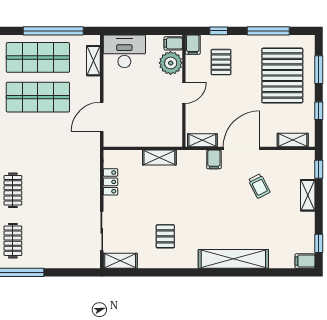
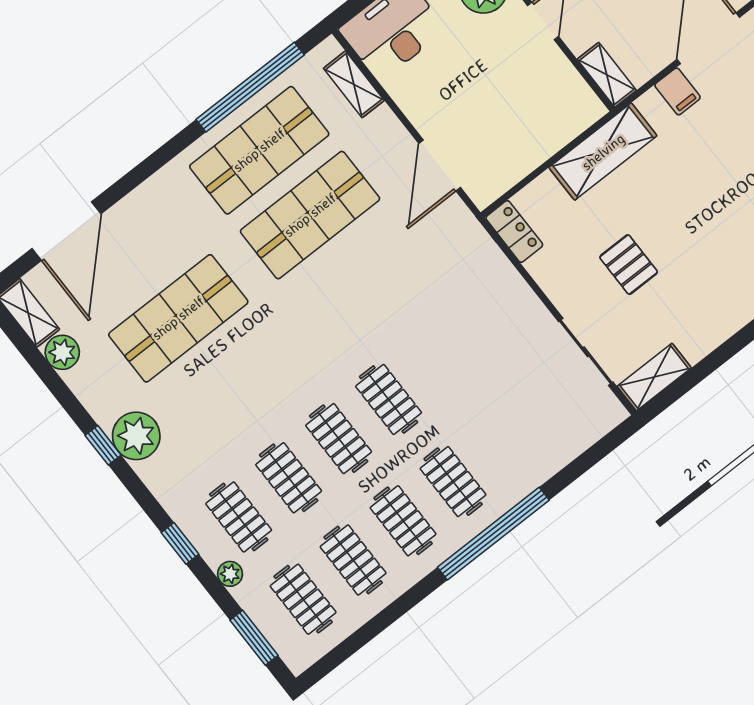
shelving: (202, 140) -> (607, 75), moved, turned 90
shelving: (159, 158) -> (603, 152), width x1.50, depth x1.33
locker: (110, 182) -> (514, 231), moved
pallet: (165, 236) -> (629, 265), moved

